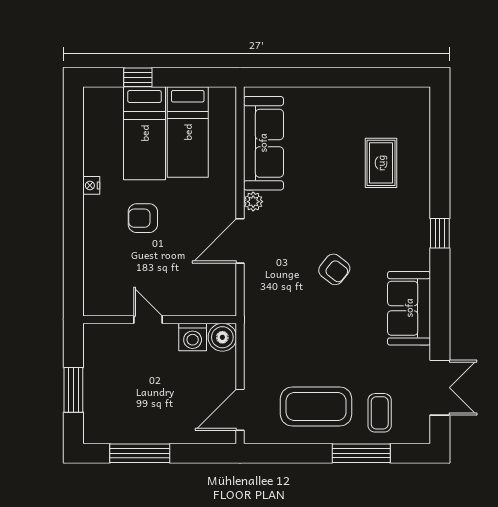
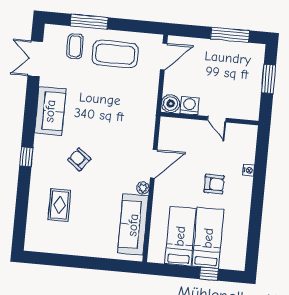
nightstand: (91, 185) -> (248, 170), moved
armchair: (334, 269) -> (79, 159), moved

